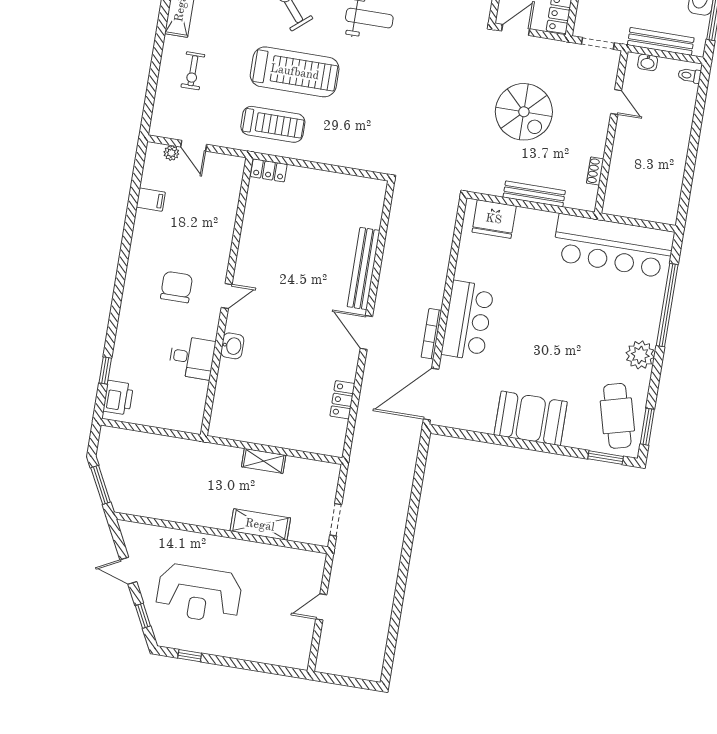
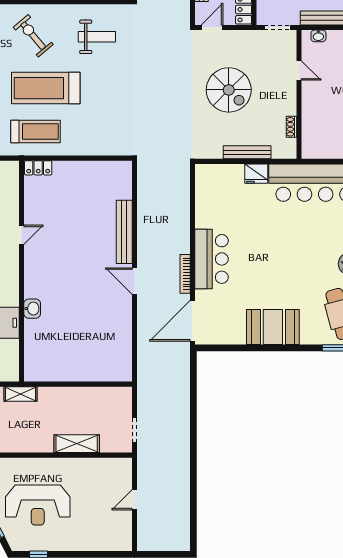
treadmill: (295, 72) -> (46, 88), turned 180
fridge: (494, 219) -> (256, 174), moved, width x0.73, depth x0.75
door: (227, 296) -> (22, 235), moved
locker: (342, 400) -> (124, 336), removed
shelving: (264, 461) -> (21, 394), moved

